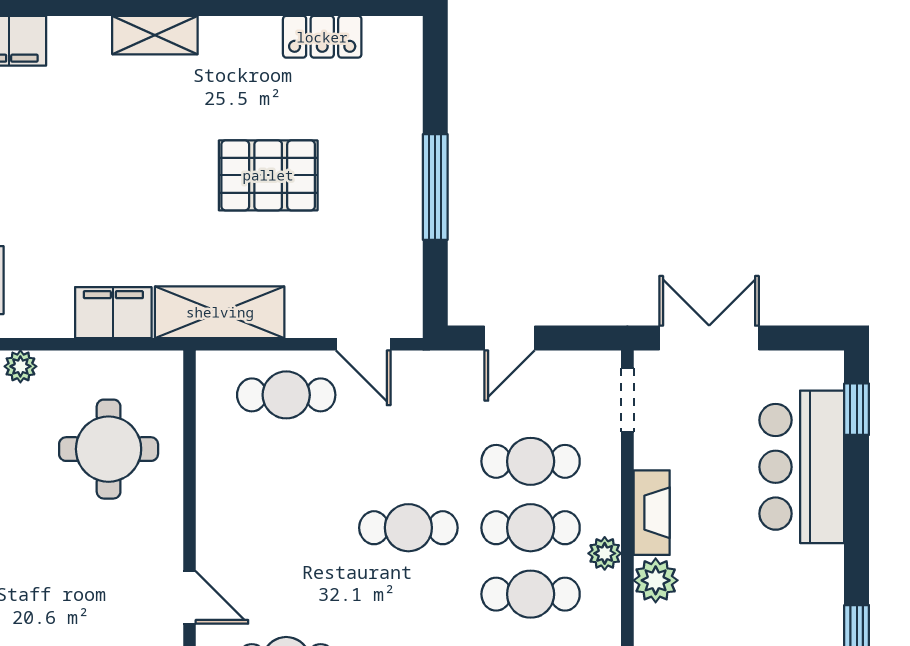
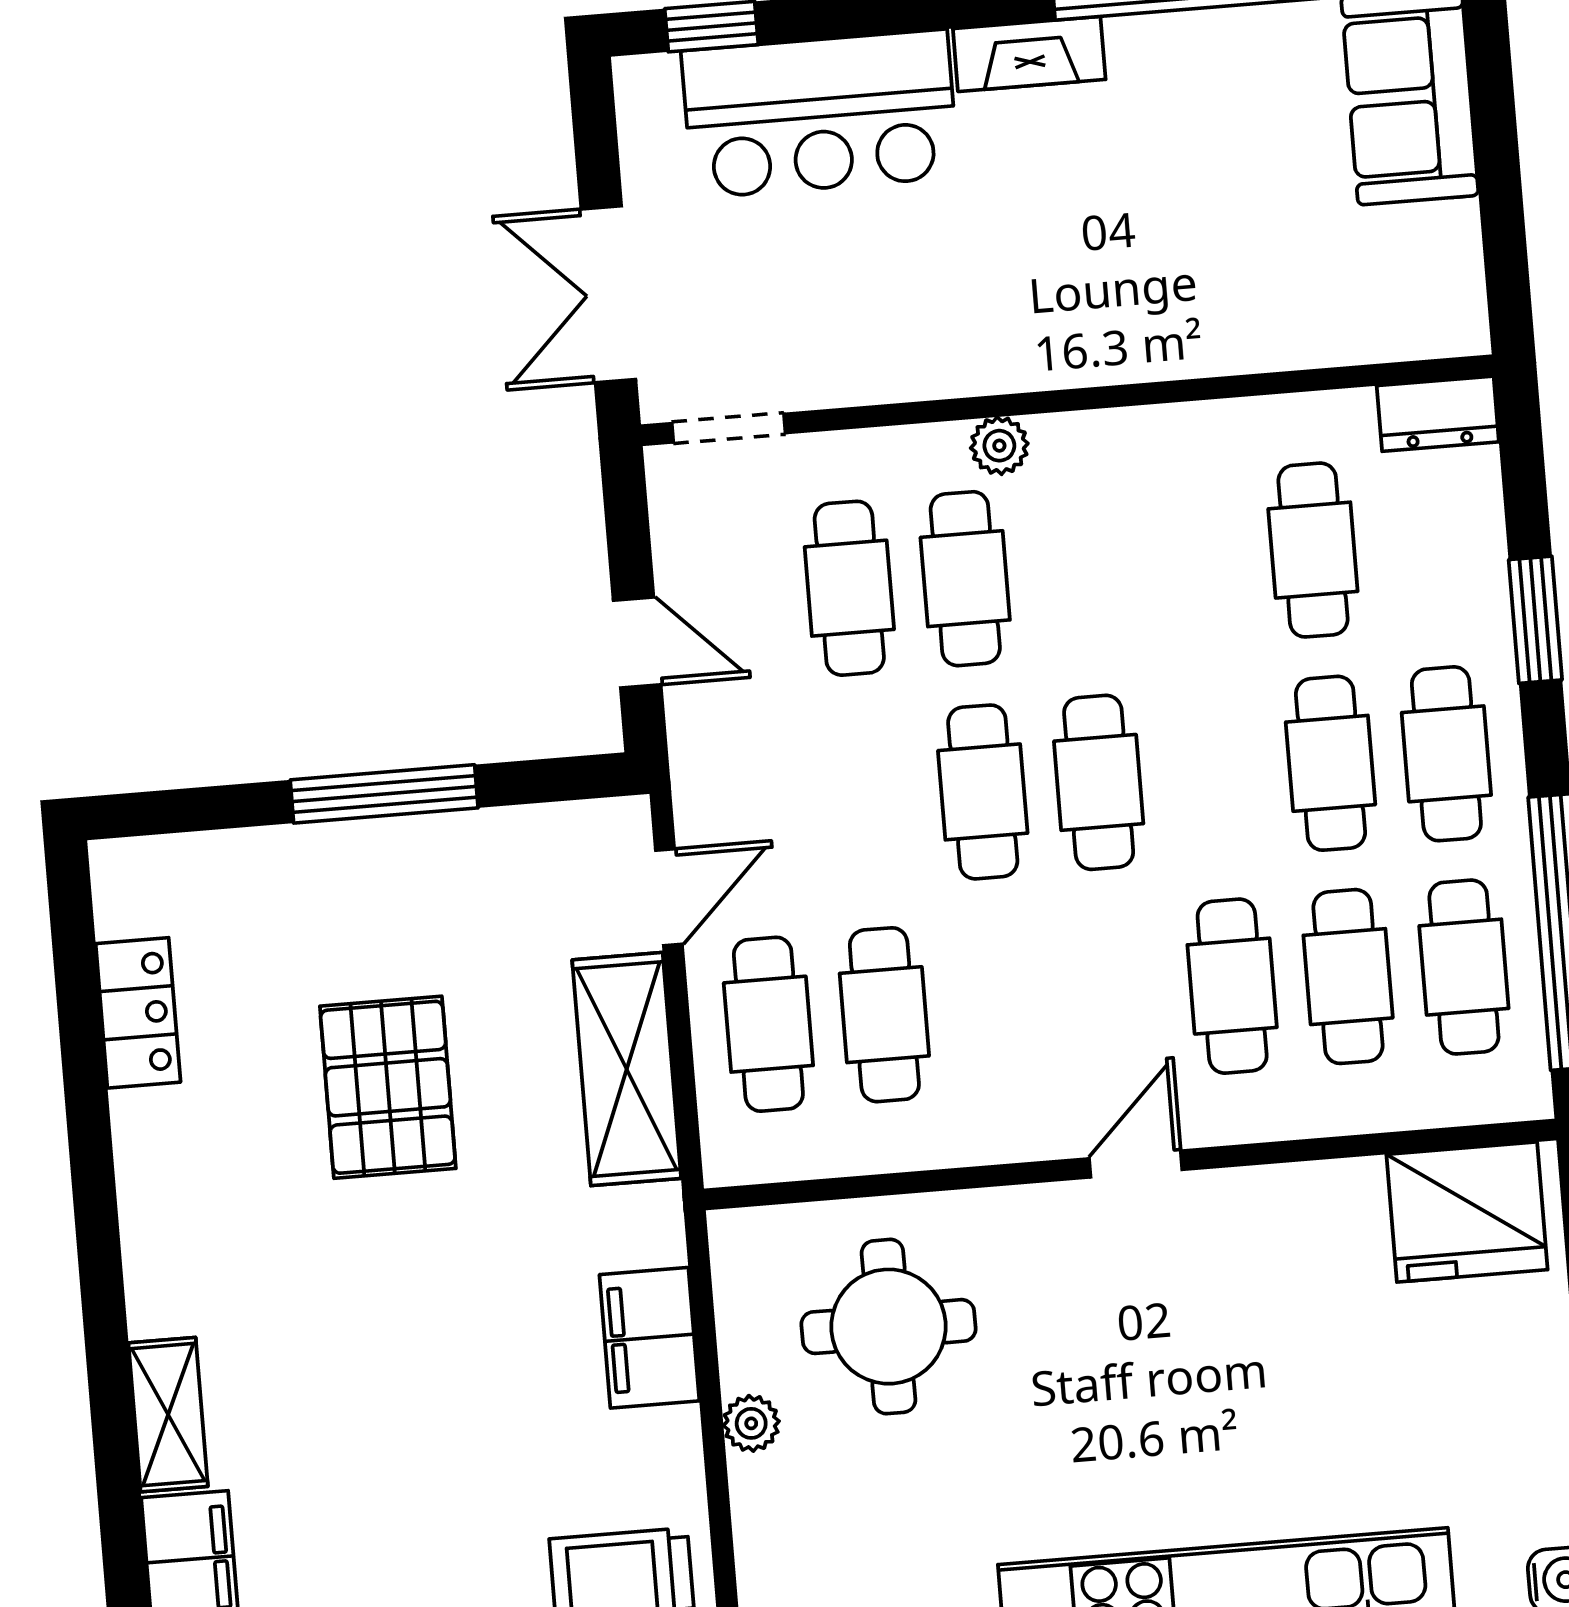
shelving: (155, 35) -> (168, 1415), moved
shelving: (220, 312) -> (627, 1069), moved
plant: (20, 366) -> (751, 1423), moved
cafe table: (286, 461) -> (884, 1015), added
fireplace: (652, 513) -> (1029, 54), moved, turned 180
plant: (656, 580) -> (1039, 353), removed
cafe table: (531, 594) -> (1099, 782), moved

